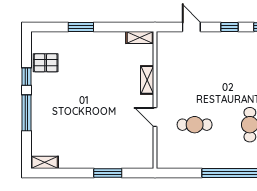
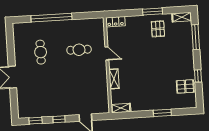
window: (26, 113) -> (196, 37), moved
pallet: (80, 148) -> (158, 29), added
locker: (140, 162) -> (115, 22), added
window: (108, 173) -> (153, 12), moved

